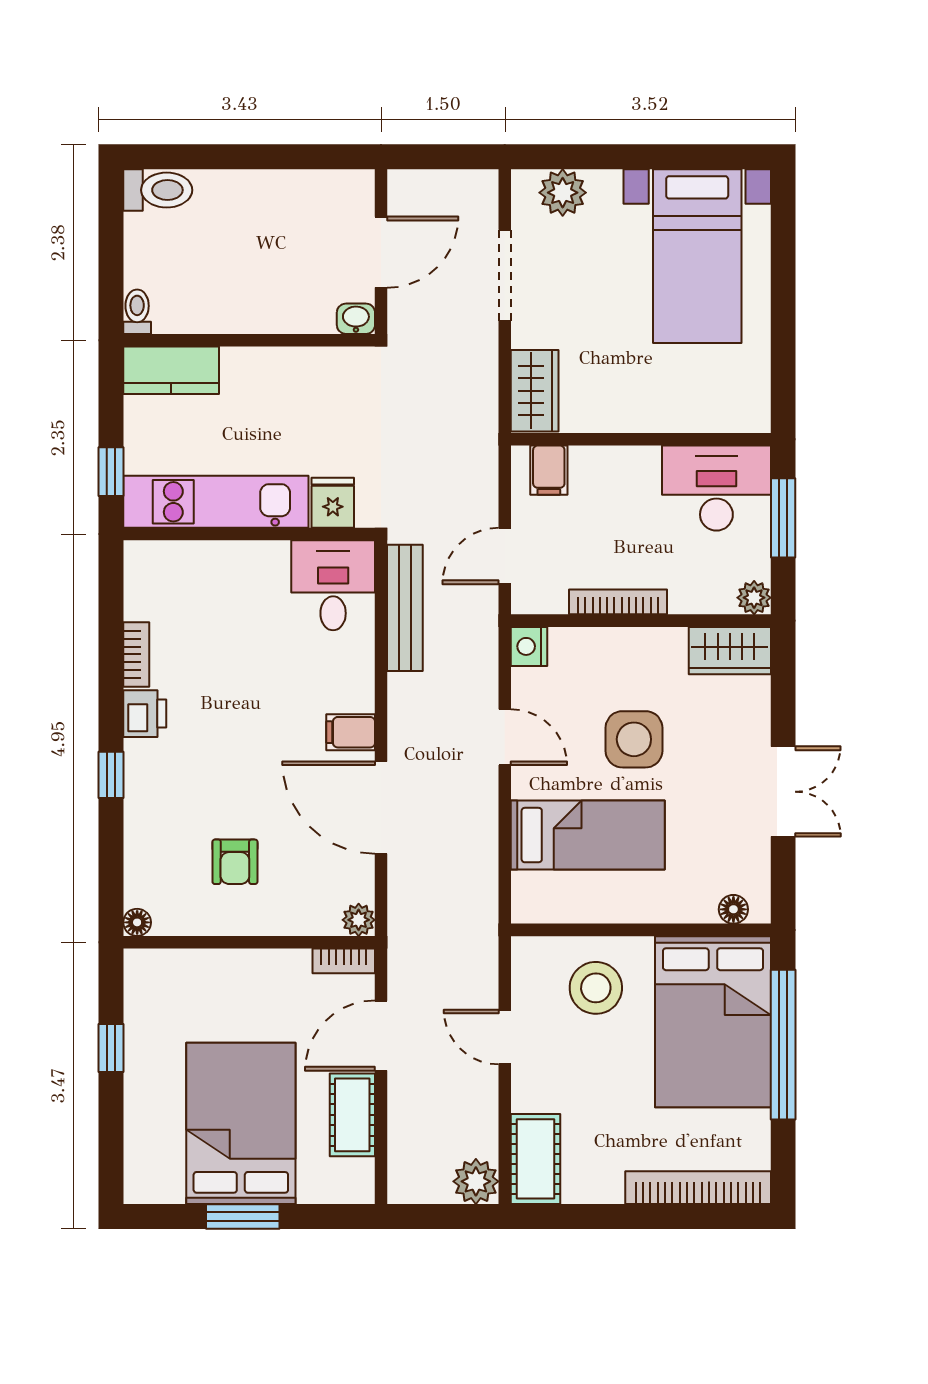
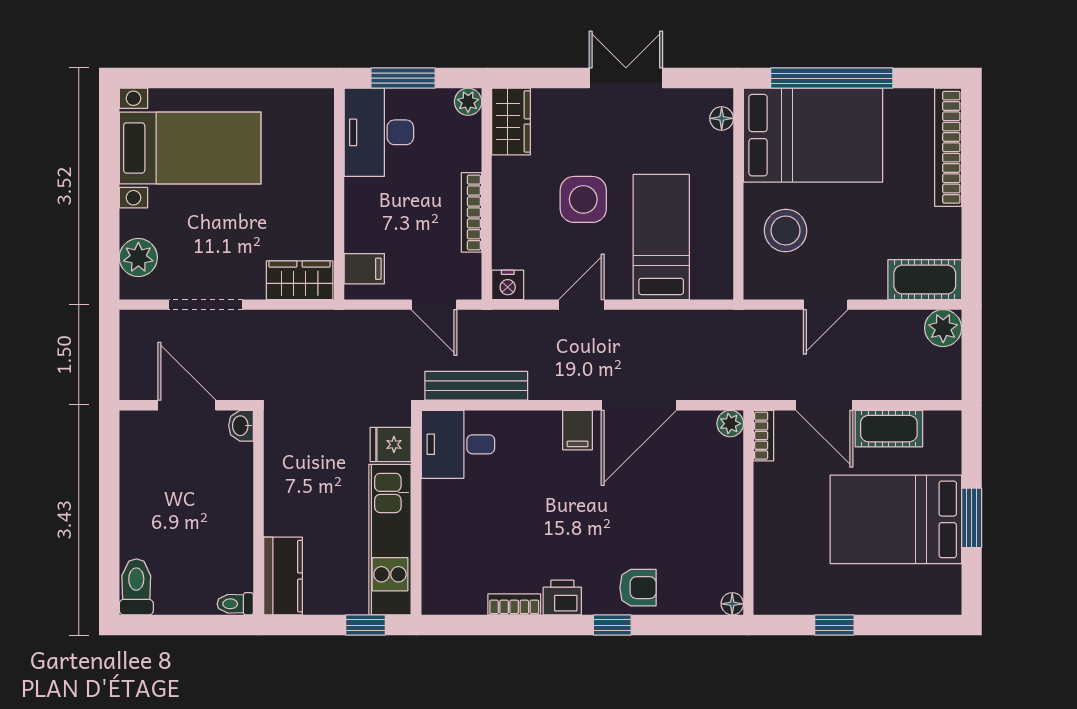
armchair: (235, 862) -> (638, 588), moved

